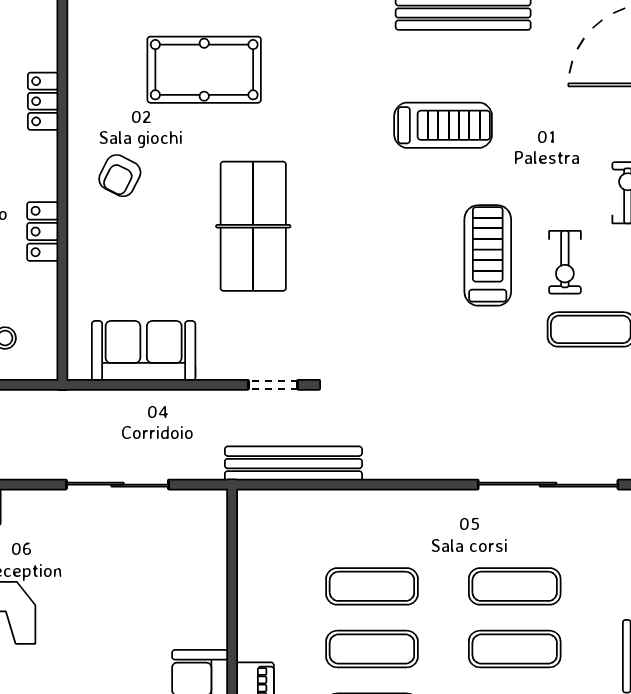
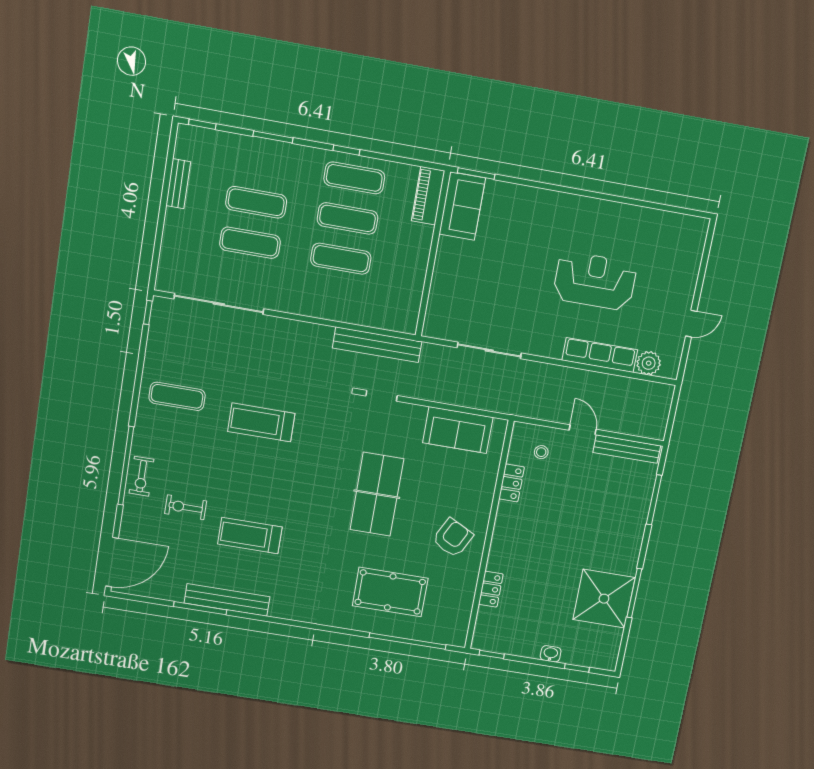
armchair: (120, 176) -> (453, 538), width x1.38, depth x1.38
locker: (43, 232) -> (512, 483), moved
treadmill: (488, 255) -> (261, 422), moved, turned 90
exercise bike: (565, 262) -> (186, 507), moved, turned -90

